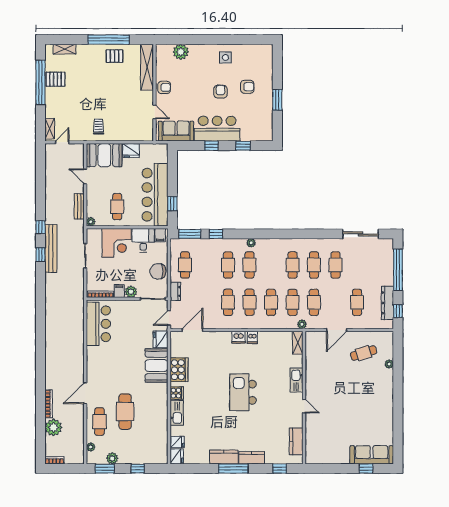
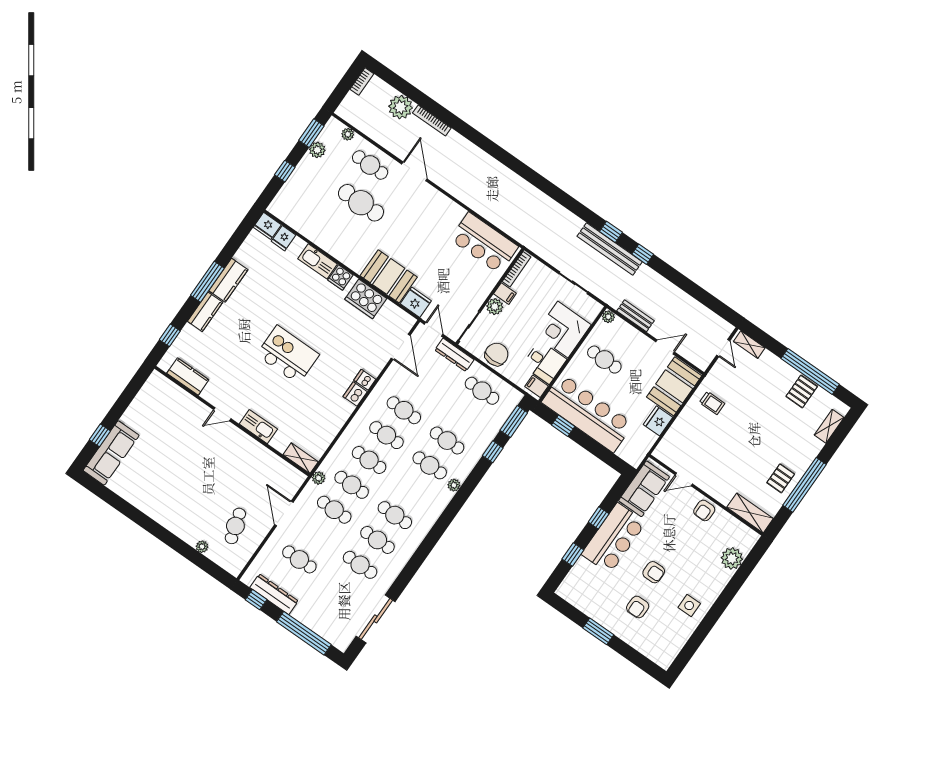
shelving: (147, 67) -> (750, 513), width x0.68
dresser: (175, 291) -> (454, 355), width x1.44
dishwasher: (252, 337) -> (365, 380), moved

